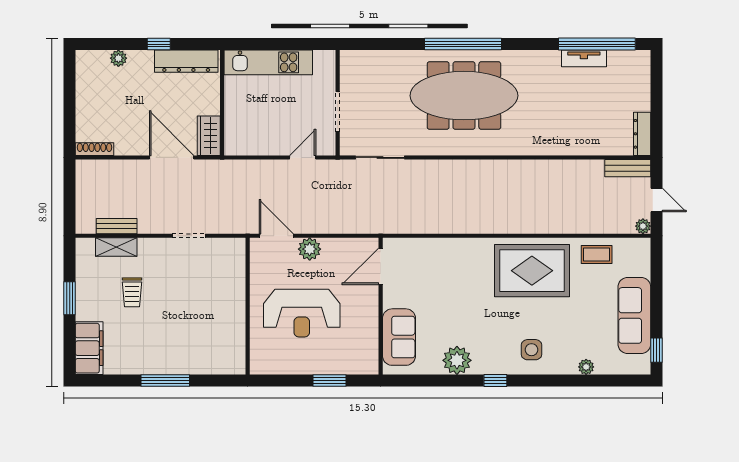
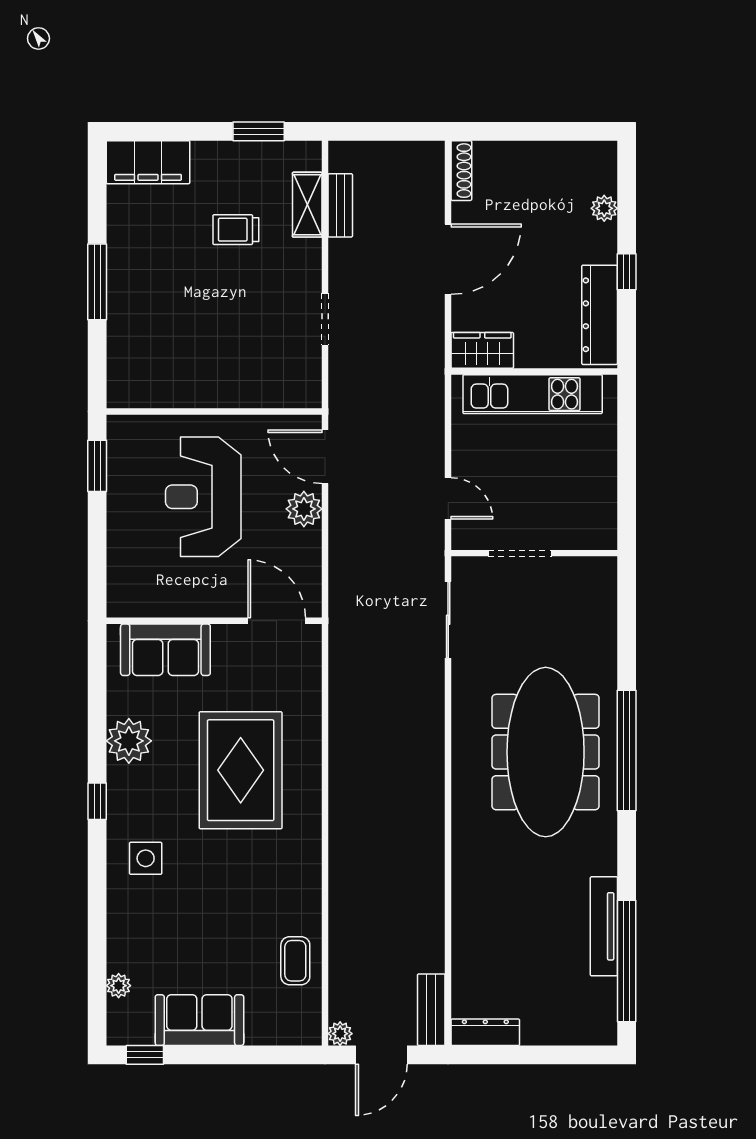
tv unit: (584, 58) -> (604, 926), width x1.41
kitchen unit: (268, 62) -> (533, 394), moved, turned -90
door: (172, 157) -> (448, 259), moved
door: (656, 200) -> (381, 1055), width x1.38
door: (276, 236) -> (325, 457), swing flipped
rug: (532, 271) -> (241, 770), moved
window: (70, 298) -> (259, 131), moved
sofa: (634, 315) -> (199, 1020), width x0.73
plant: (586, 367) -> (119, 986), moved
window: (330, 380) -> (97, 466), moved

